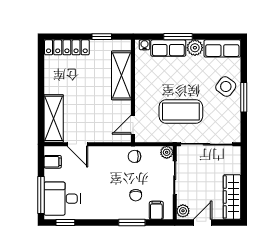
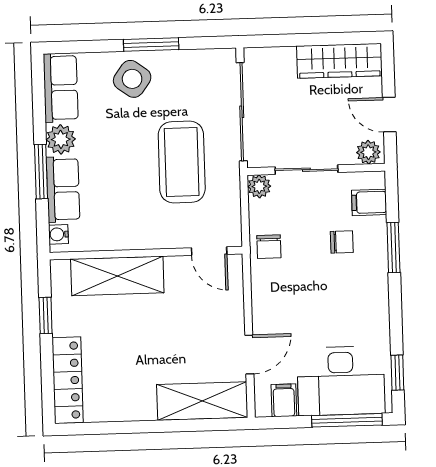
desk: (62, 199) -> (341, 381), width x1.37

